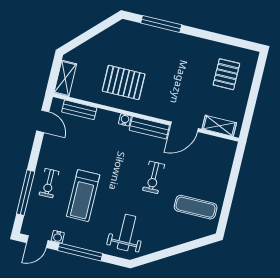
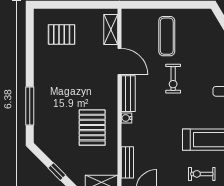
window: (87, 35) -> (57, 172), added
exercise bike: (154, 177) -> (173, 79), turned 90
exercise bike: (49, 183) -> (202, 174), turned 180
exercise mat: (196, 207) -> (167, 36), moved

